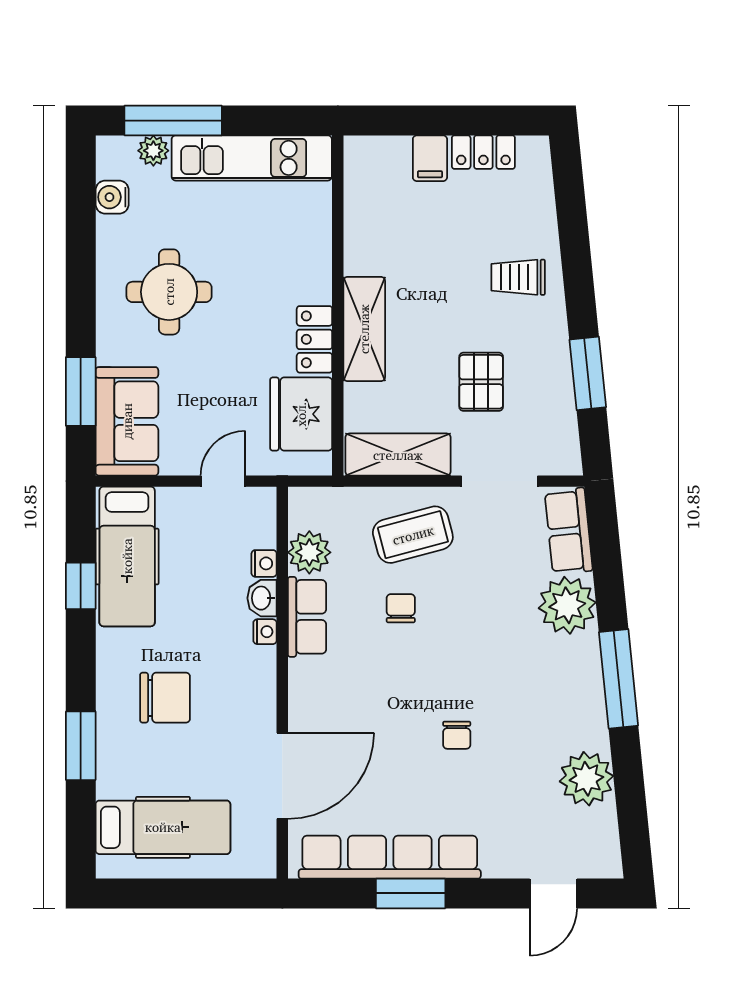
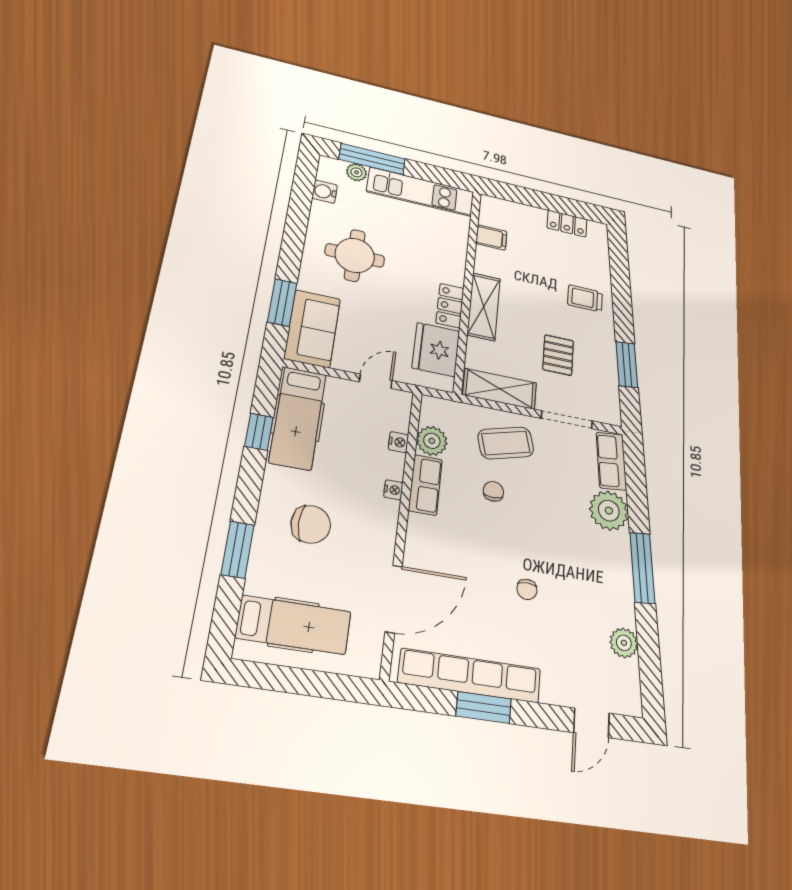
filing cabinet: (430, 158) -> (491, 238), moved, turned -90
washbasin: (262, 598) -> (394, 466), removed
plant: (586, 779) -> (624, 643), width x0.73, depth x0.73

